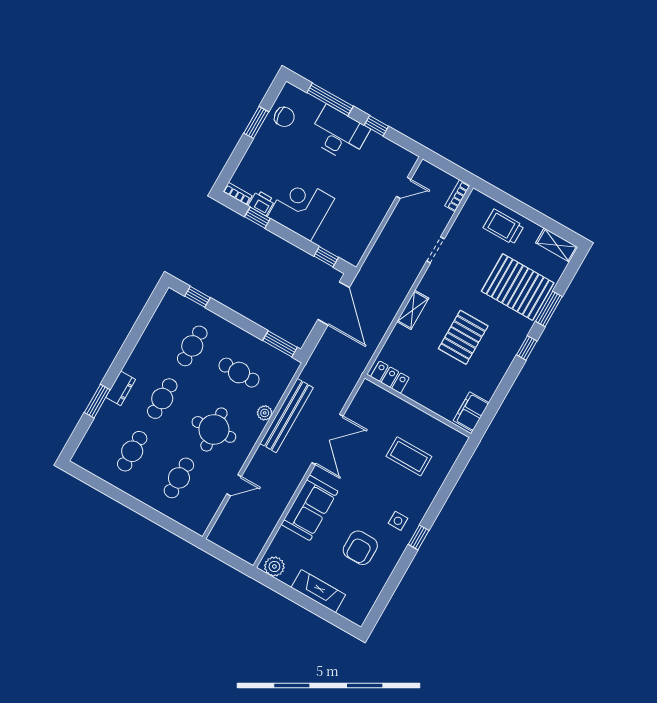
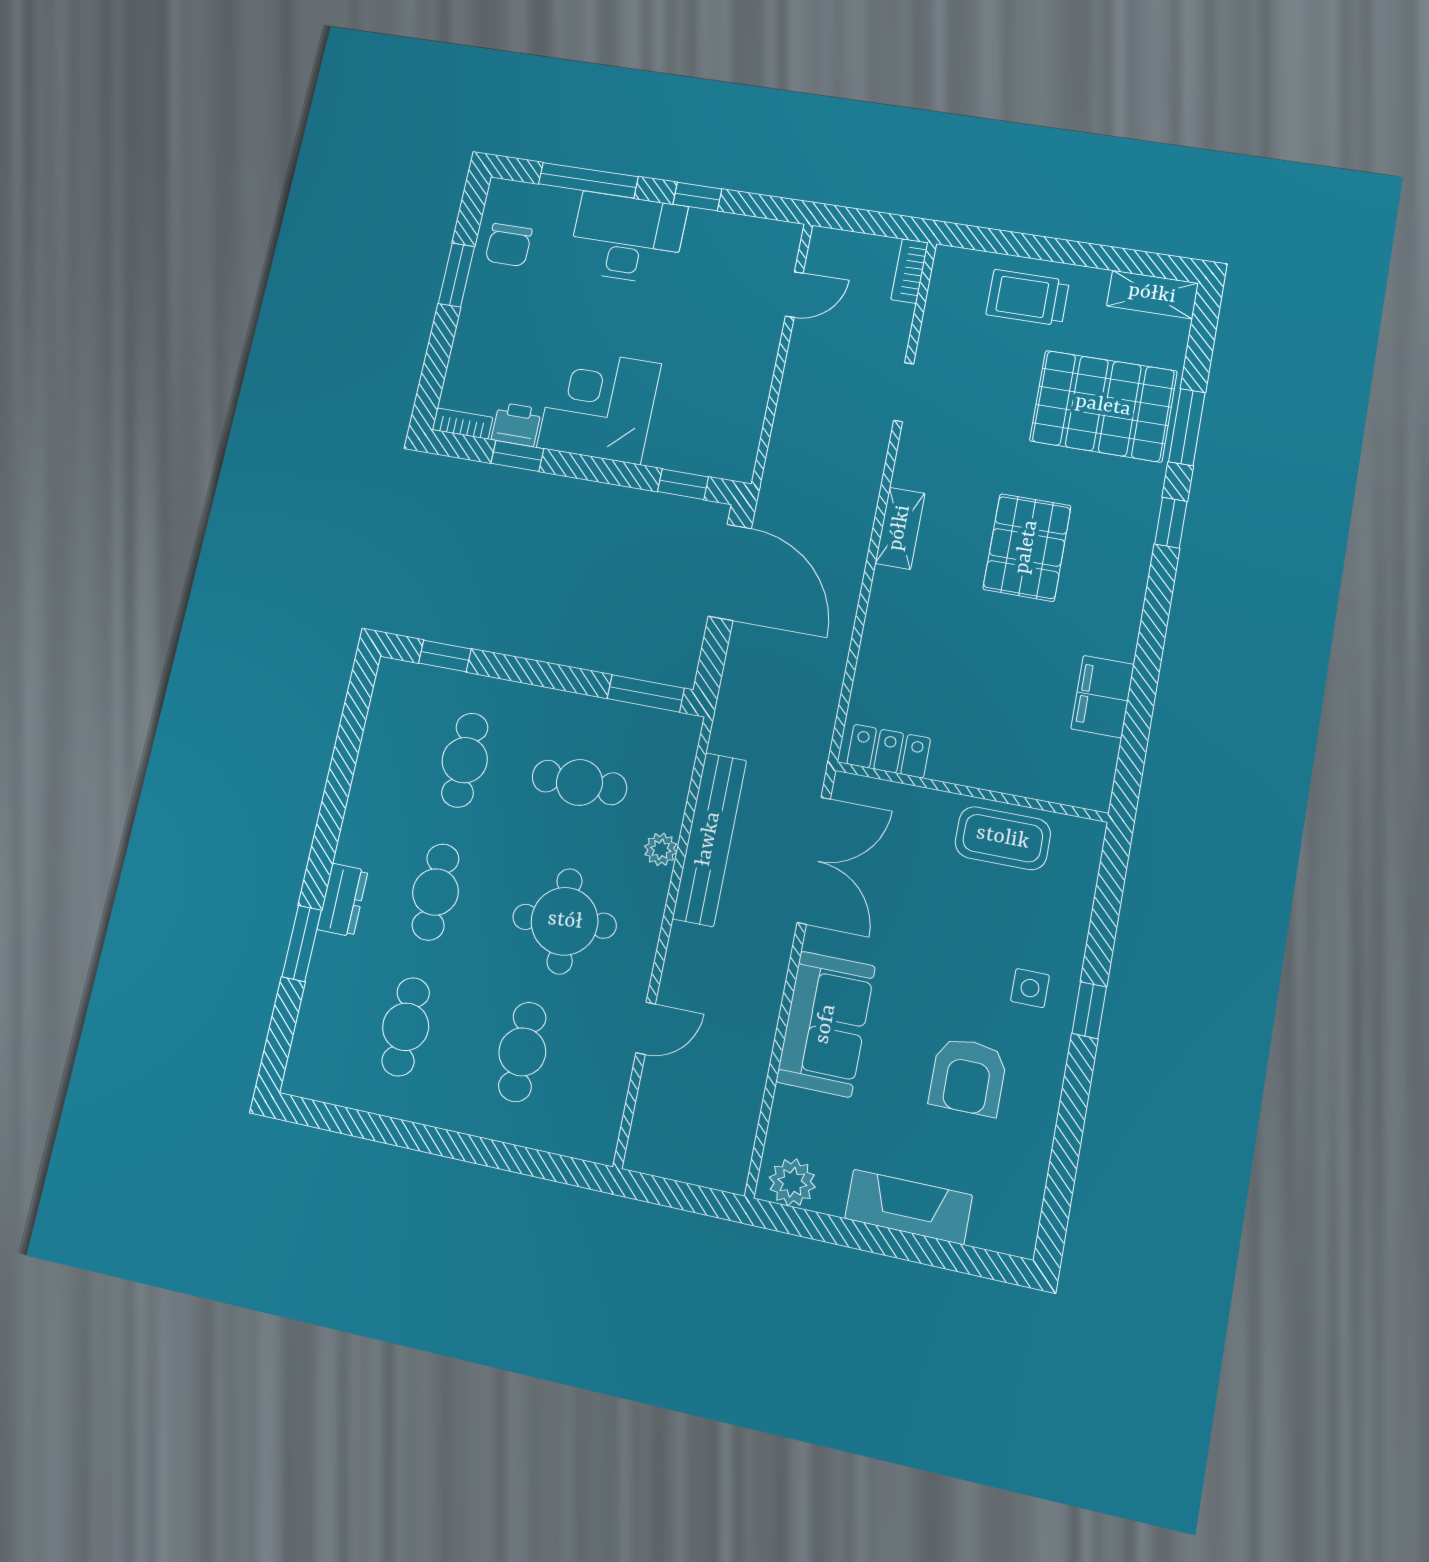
chair: (284, 117) -> (509, 245), turned 95
locker: (390, 377) -> (889, 751), moved
wall: (418, 406) -> (971, 792), moved

